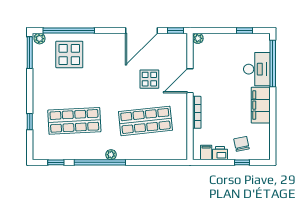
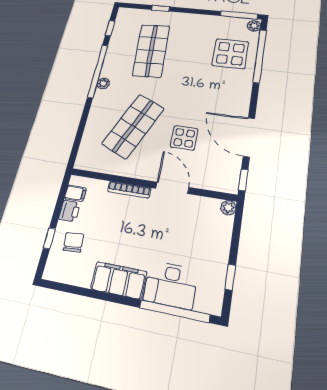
shop shelf: (145, 121) -> (133, 126), turned 30
chair: (242, 144) -> (73, 242), turned -83

